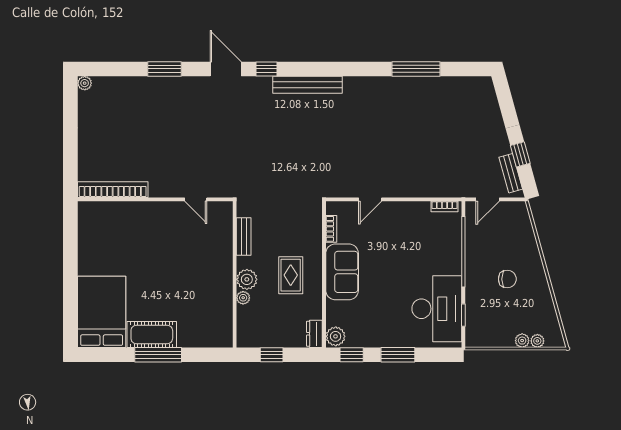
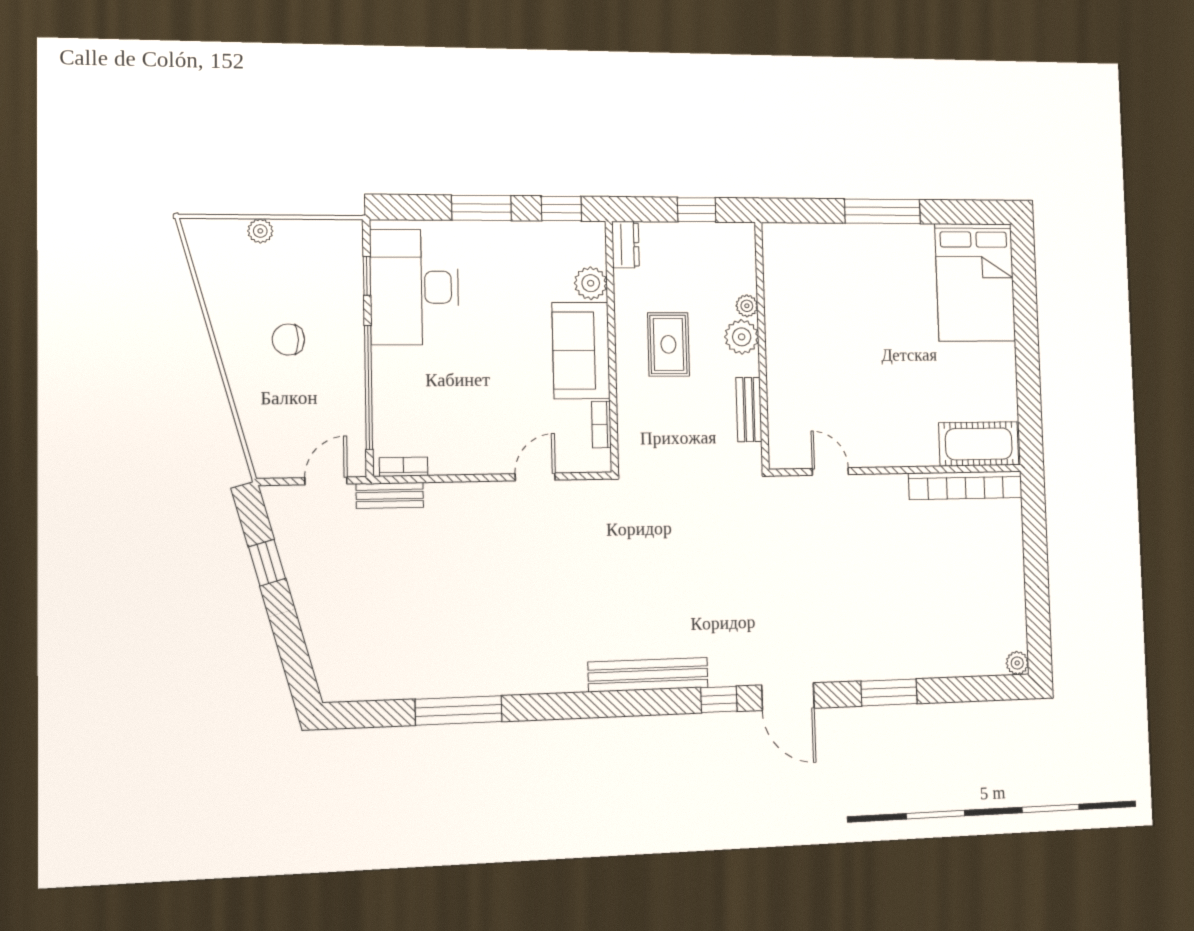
bench: (511, 173) -> (390, 495), moved, turned -75
cot: (152, 334) -> (979, 444), moved
plant: (336, 336) -> (591, 283), moved
plant: (537, 341) -> (233, 230), removed

